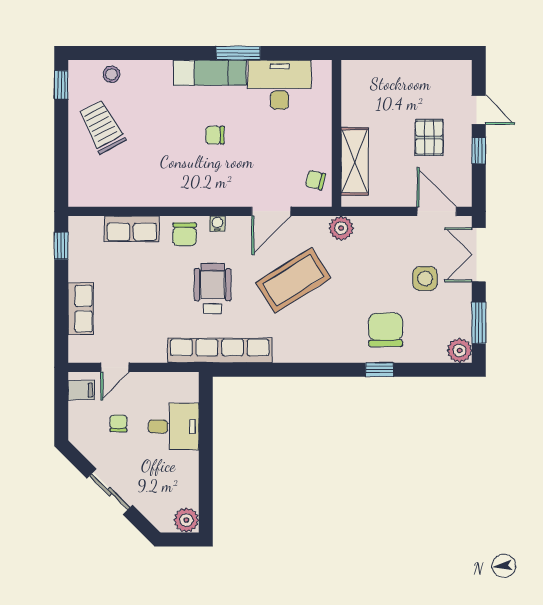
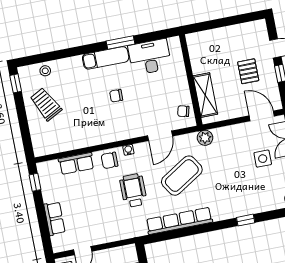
chair: (185, 234) -> (110, 160), turned 90
chair: (386, 330) -> (245, 195), removed
row of seats: (220, 350) -> (179, 221), moved

